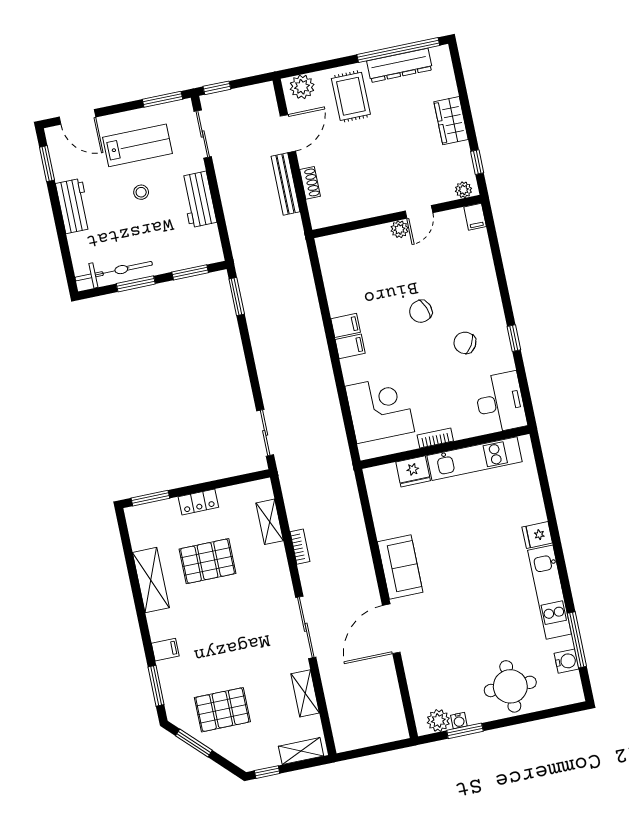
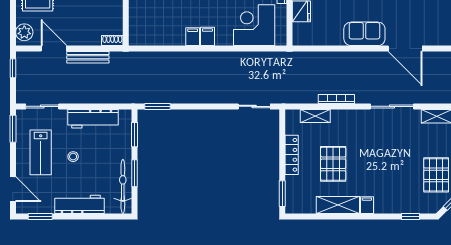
window: (217, 88) -> (13, 68), moved
door: (77, 117) -> (13, 189), hinge flipped
lab bench: (137, 145) -> (41, 152), turned 180
shoe rack: (310, 183) -> (112, 40), moved
workbench: (198, 200) -> (93, 119), width x1.38
workbench: (74, 206) -> (80, 204), width x1.37
locker: (198, 502) -> (292, 155), width x1.53
bookcase: (300, 547) -> (336, 99), width x1.56
filing cabinet: (165, 650) -> (367, 205), moved
window: (156, 686) -> (410, 216), width x0.67

